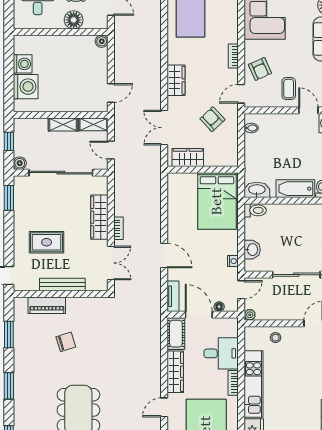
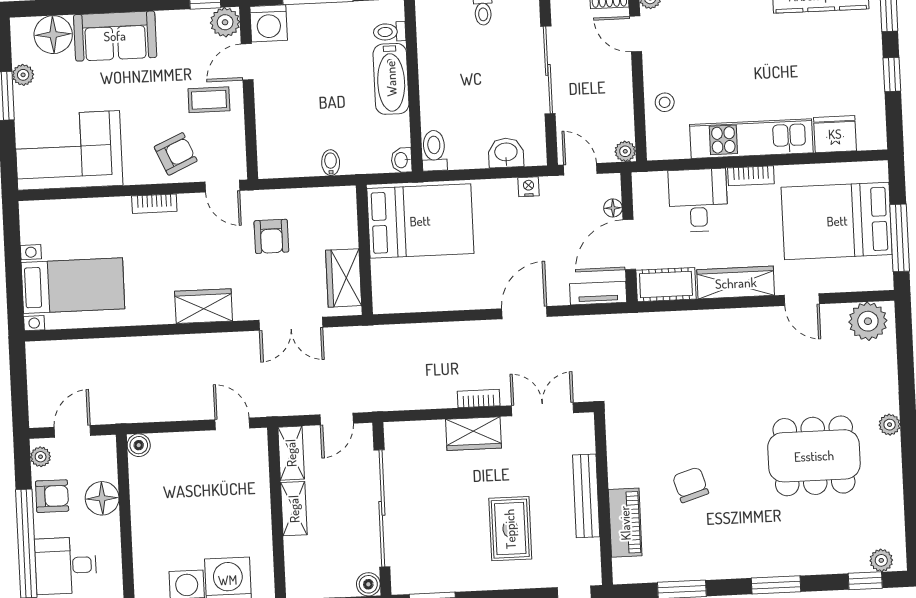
armchair: (212, 119) -> (271, 236), turned -47
bidet: (251, 128) -> (331, 163), moved
washbasin: (257, 190) -> (402, 160), width x0.52, depth x0.69
wardrobe: (99, 217) -> (473, 434), width x0.67

